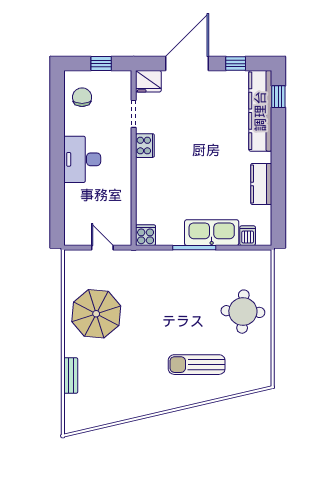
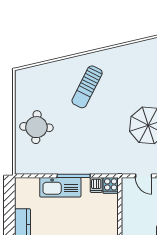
dishwasher: (248, 236) -> (96, 185), moved
sun lounger: (197, 365) -> (87, 87), moved, turned 117

